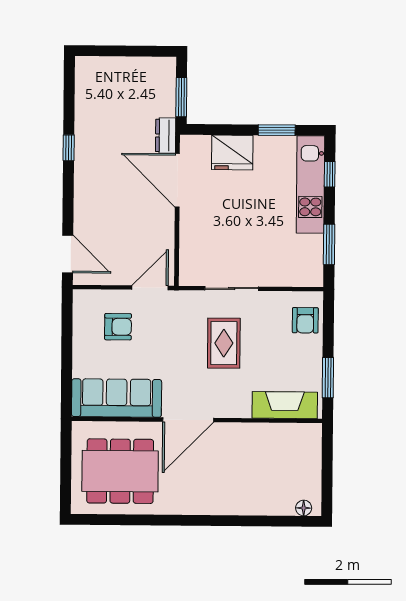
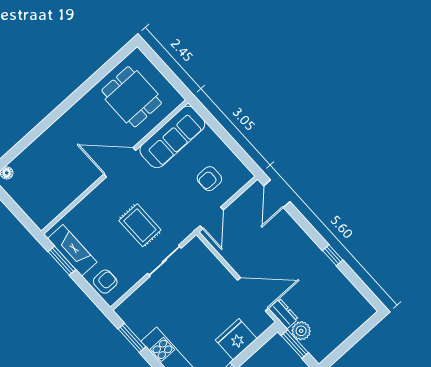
plant: (164, 104) -> (301, 331), added
door: (68, 254) -> (277, 194), hinge flipped
armchair: (305, 320) -> (105, 282), turned 90
fireplace: (285, 405) -> (72, 250), moved, turned -90
door: (188, 420) -> (120, 162), hinge flipped
dining table: (120, 471) -> (132, 97), width x0.73

